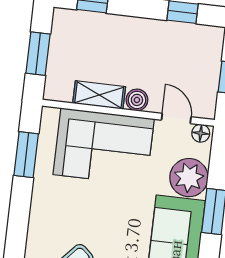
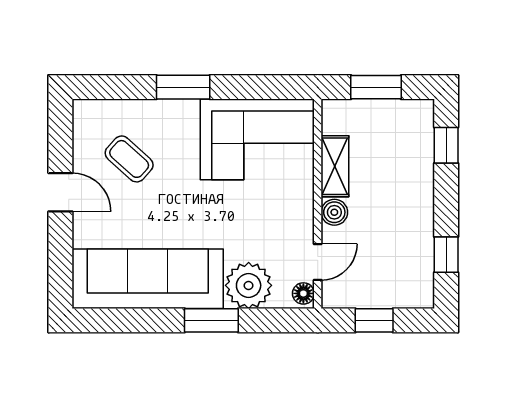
corner sofa: (104, 147) -> (257, 139), moved, turned -90
window: (26, 155) -> (183, 87), moved

